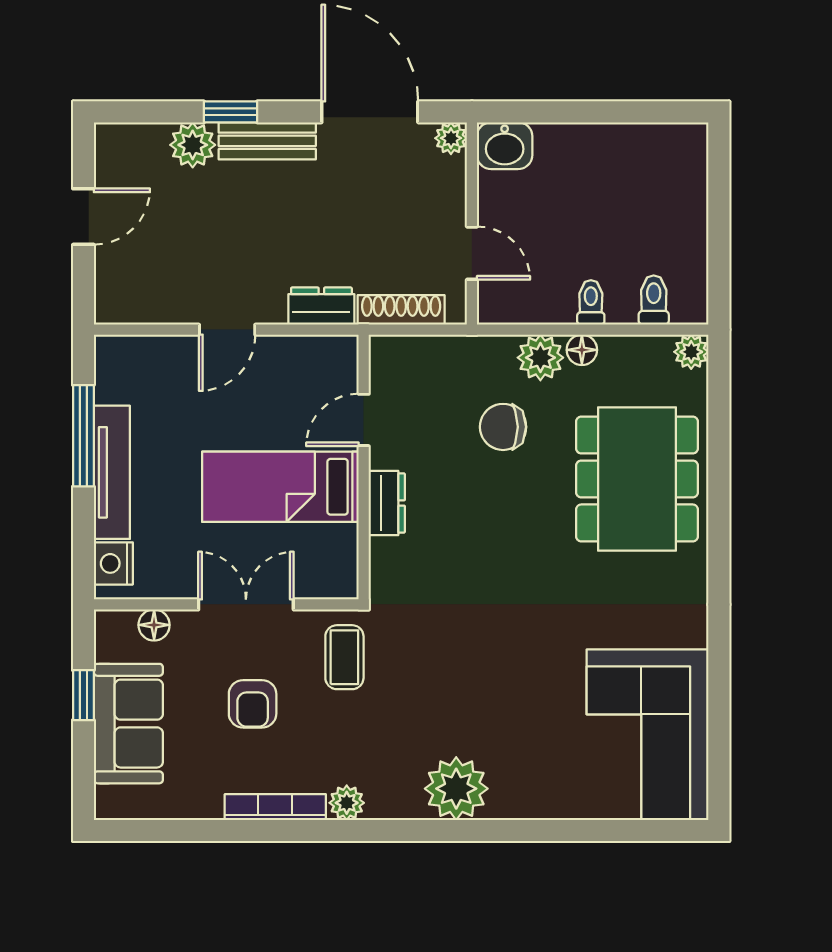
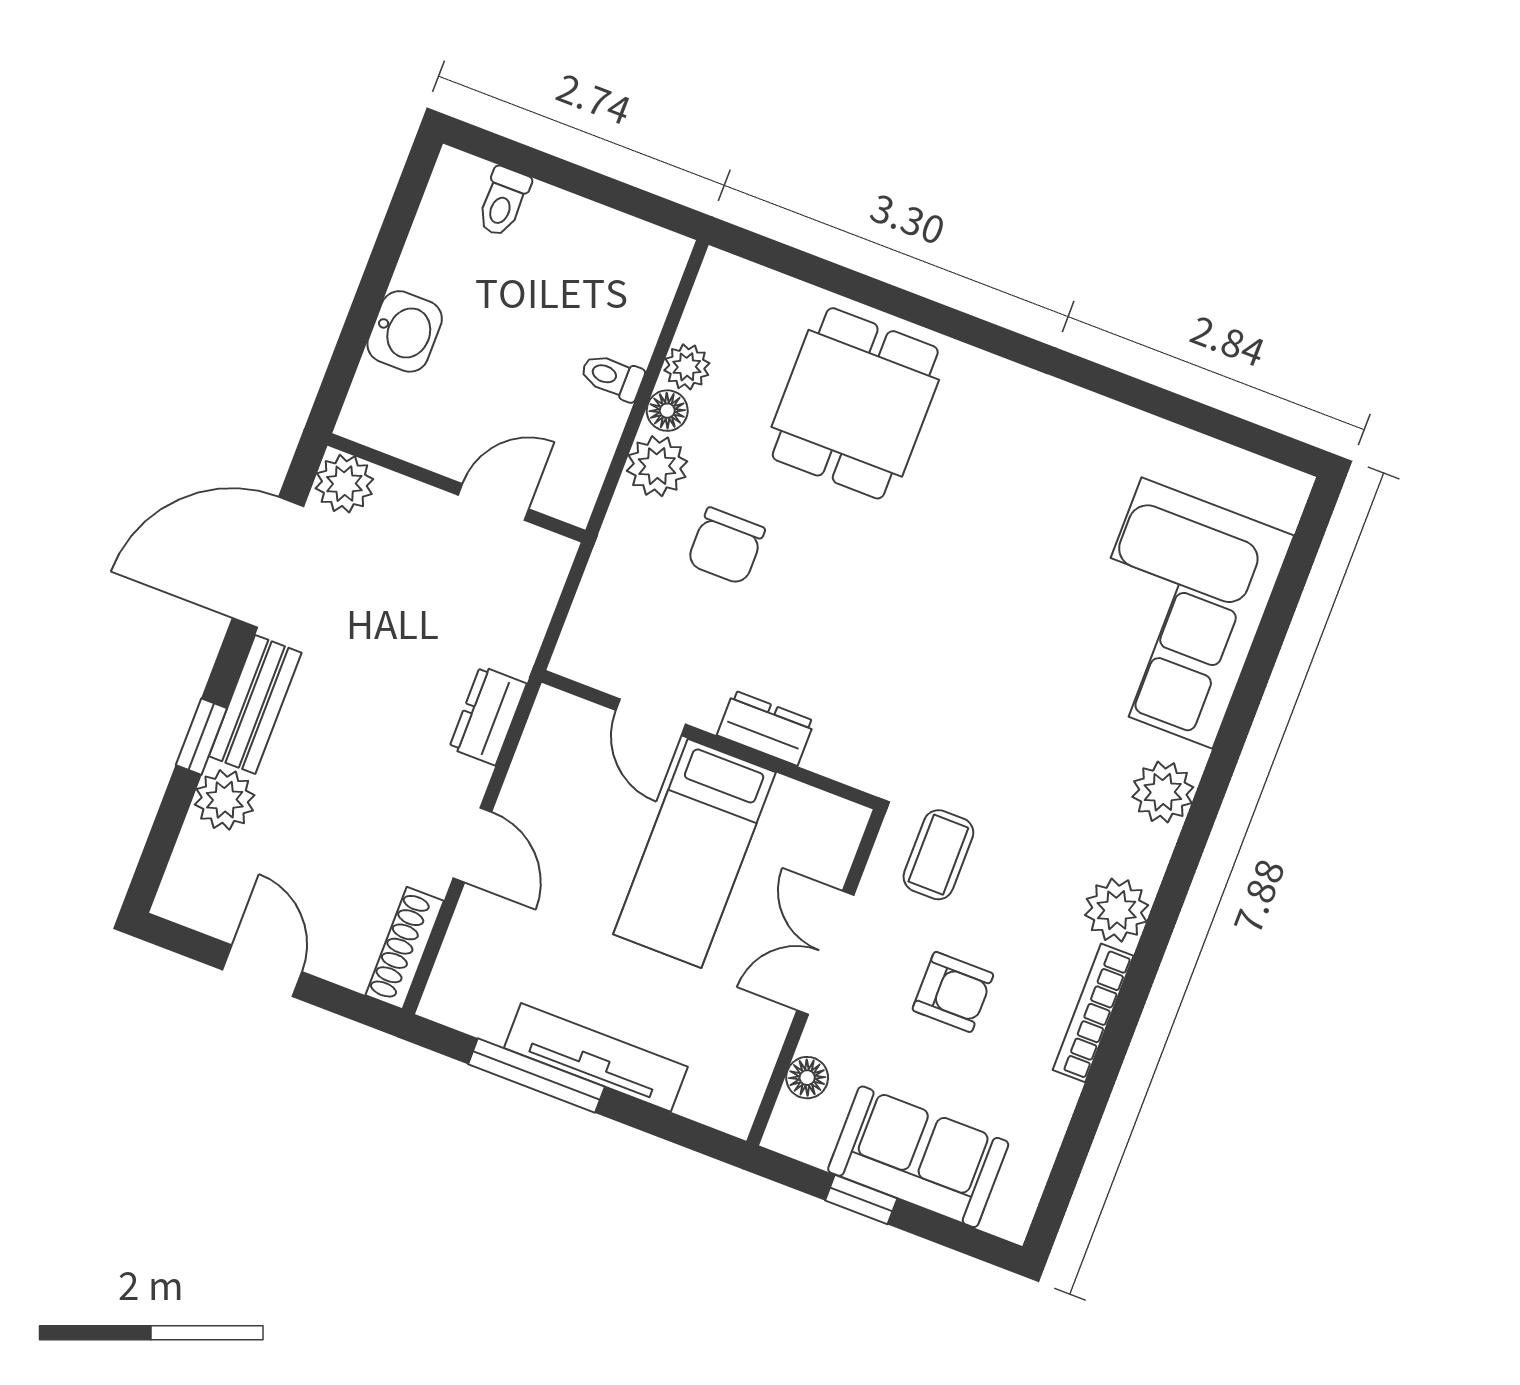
plant: (451, 138) -> (344, 484), width x1.38, depth x1.38
washbasin: (505, 146) -> (405, 331), moved
toilet: (654, 300) -> (503, 202), moved, turned -90
shoe rack: (401, 310) -> (405, 948), moved
plant: (691, 352) -> (687, 367), moved
dining table: (637, 479) -> (855, 403), width x0.73
nightstand: (113, 563) -> (711, 1099), removed
coffee table: (344, 657) -> (938, 855), turned 90
corner sofa: (648, 735) -> (1177, 613), moved, turned 90
plant: (456, 789) -> (1163, 792), width x0.73, depth x0.73
plant: (347, 803) -> (1117, 910), width x1.38, depth x1.38

